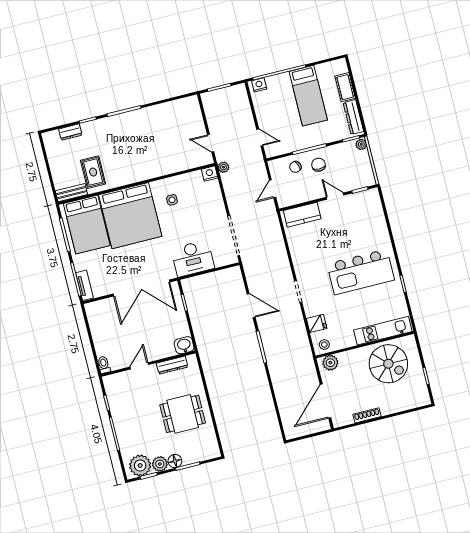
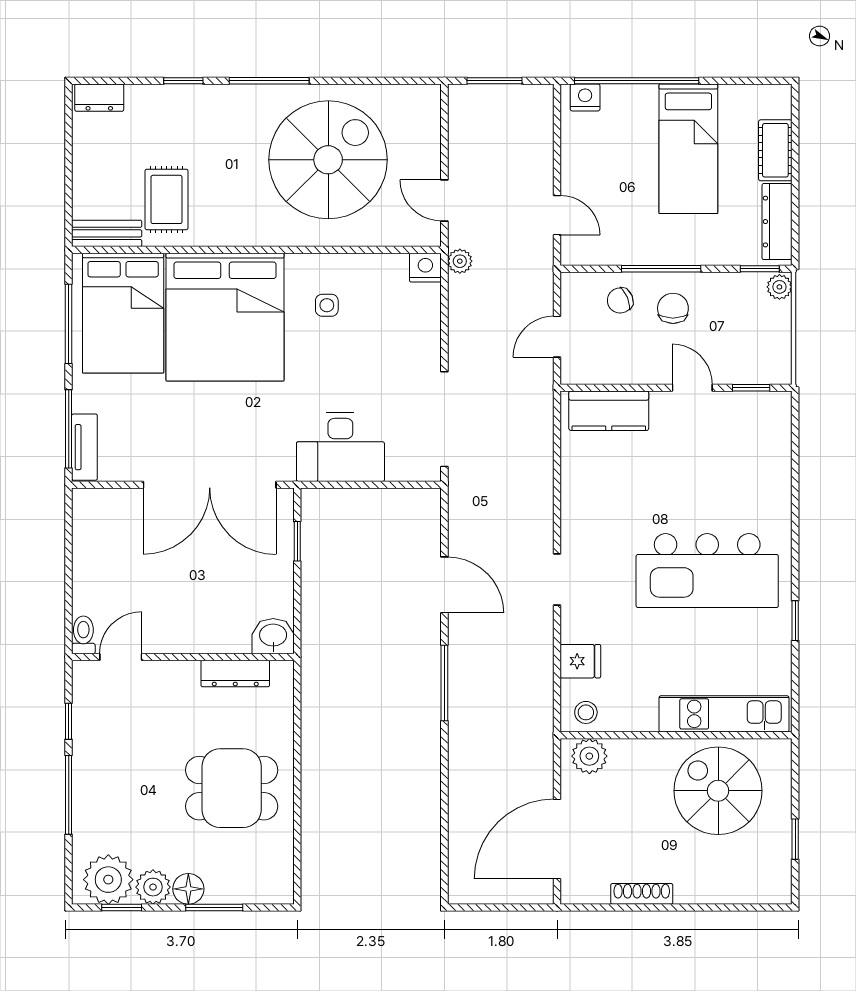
dresser: (70, 132) -> (99, 98), moved
spiral stairs: (157, 138) -> (328, 160), added
spiral stairs: (388, 364) -> (718, 791), turned 180
door: (139, 366) -> (121, 657), moved

